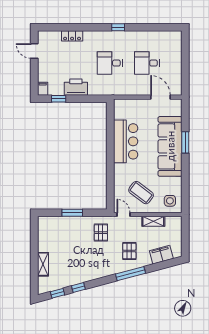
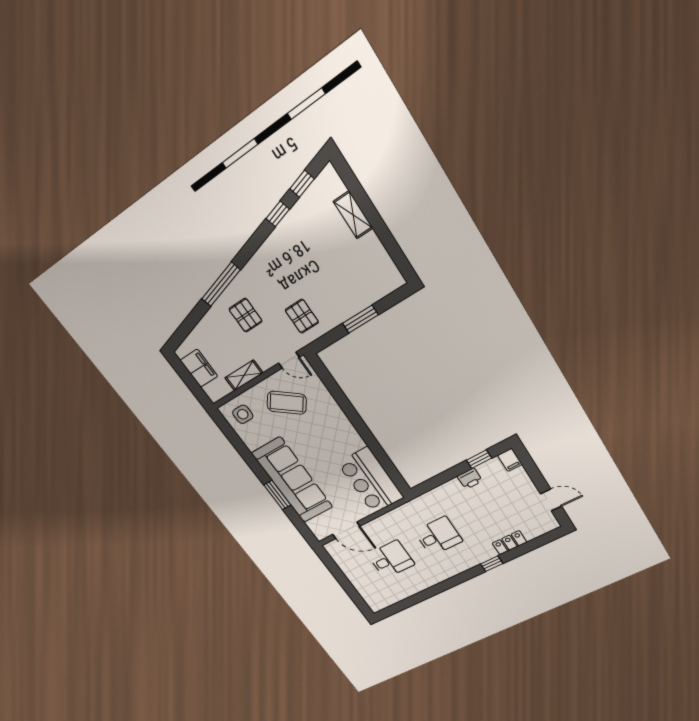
window: (118, 27) -> (492, 564), moved
printer: (76, 87) -> (470, 479), width x0.53, depth x0.68
bar counter: (126, 141) -> (371, 480), moved
filing cabinet: (161, 255) -> (199, 368), moved, turned -75

